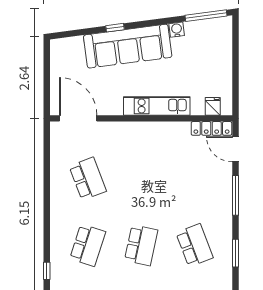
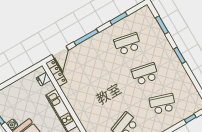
school desk: (195, 245) -> (127, 44), turned 33

